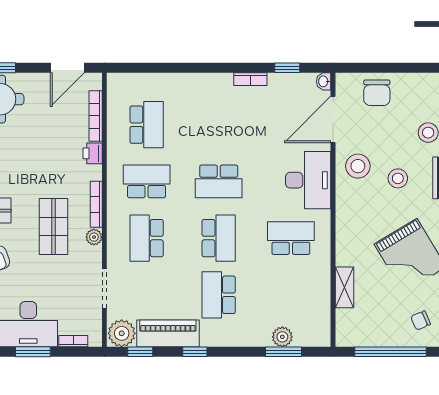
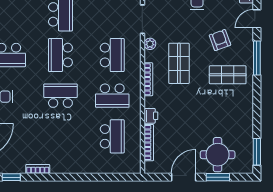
door: (67, 68) -> (184, 177), moved
school desk: (147, 125) -> (112, 136), turned 180
plant: (94, 237) -> (150, 44), moved

